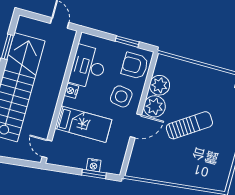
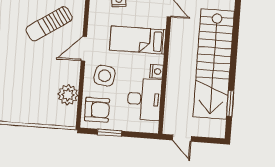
plant: (154, 106) -> (69, 72), removed
sun lounger: (189, 125) -> (49, 24), moved

